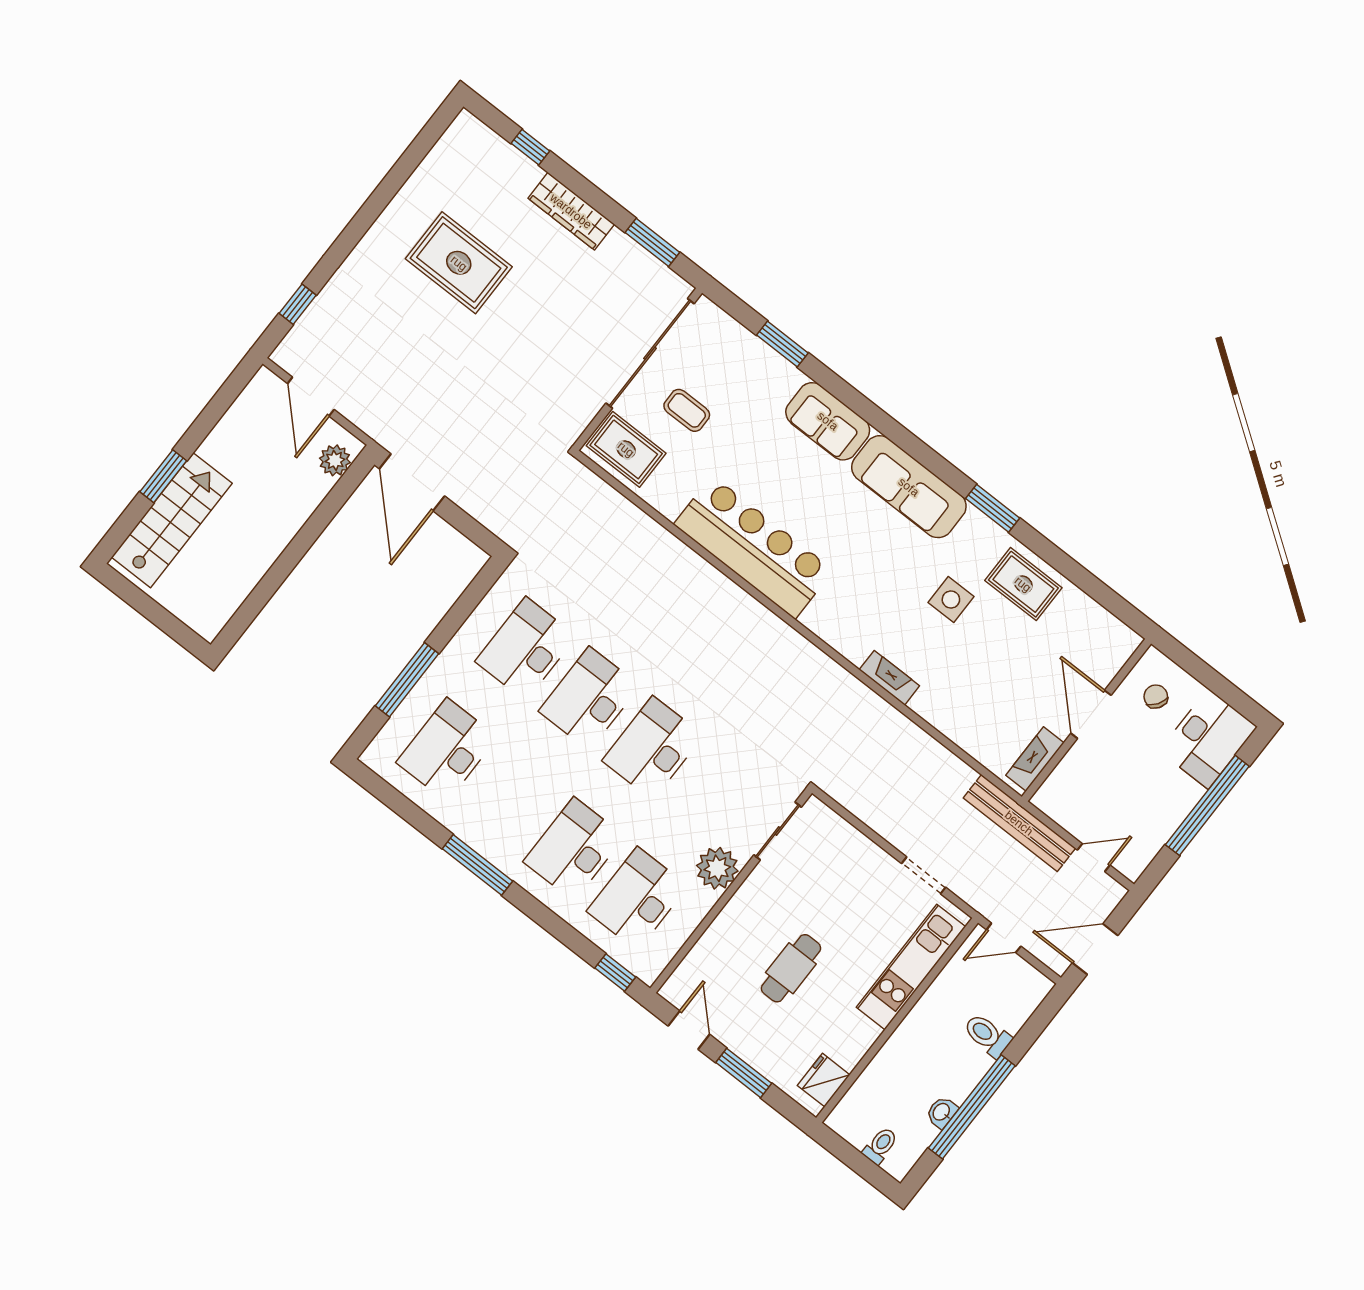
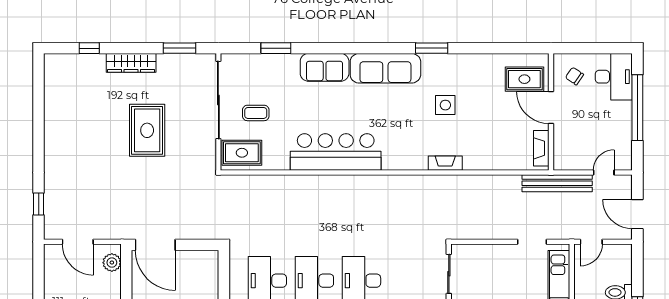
rug: (459, 263) -> (147, 130), moved, turned 90
rug: (1023, 584) -> (524, 79), moved
door: (1095, 949) -> (637, 214), hinge flipped

